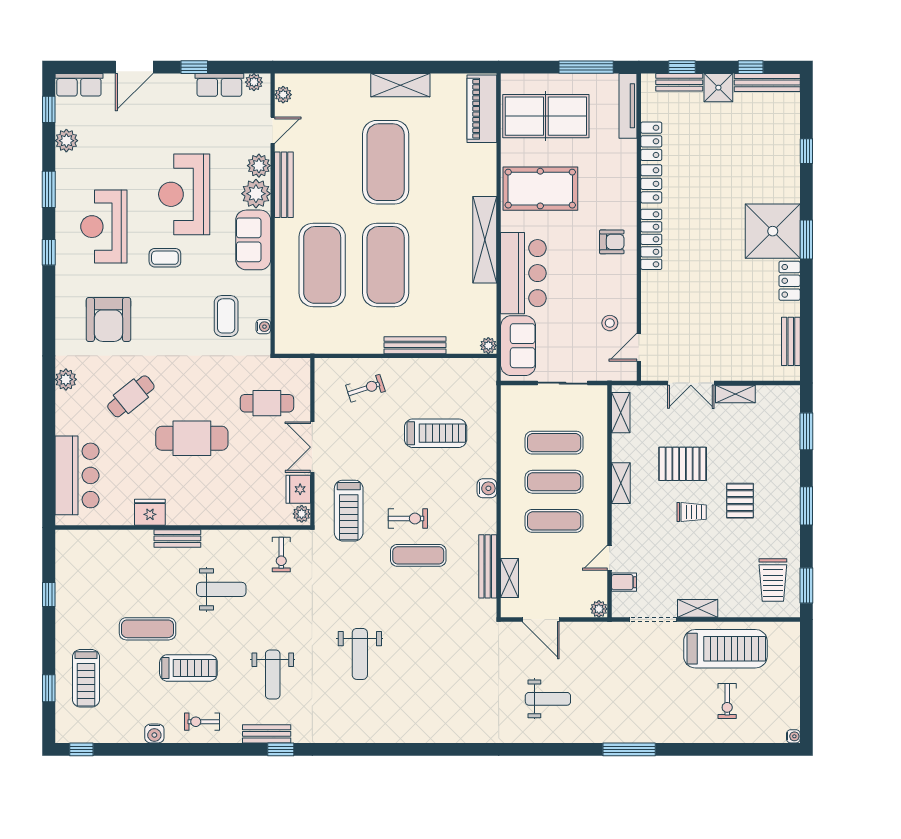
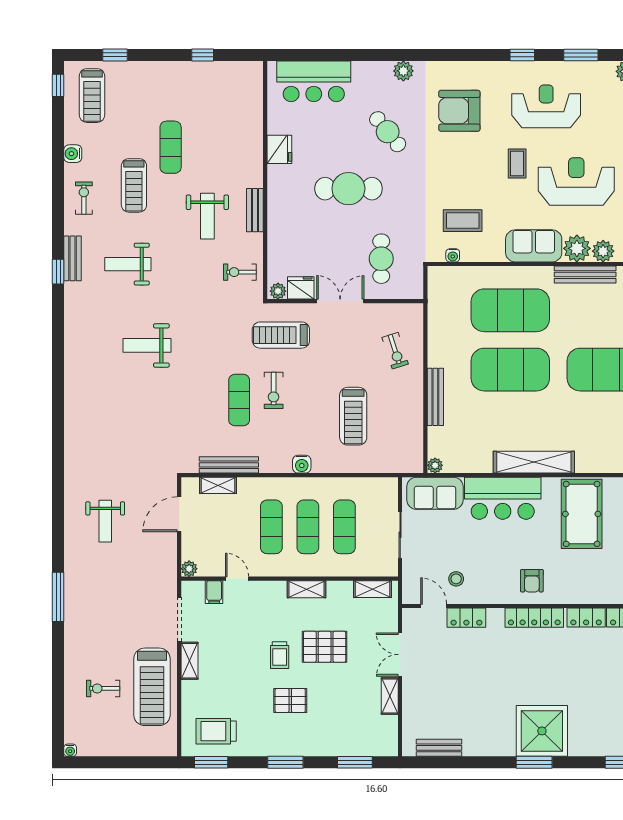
locker: (790, 281) -> (466, 618), moved, turned 180
cafe table: (192, 438) -> (348, 189), turned 90
pallet: (683, 464) -> (325, 647), turned 90
bench: (177, 538) -> (255, 210), moved
treadmill: (86, 678) -> (92, 96), moved, turned -90

